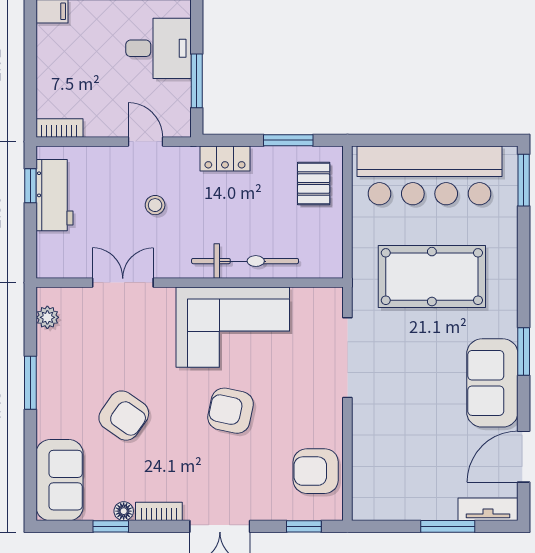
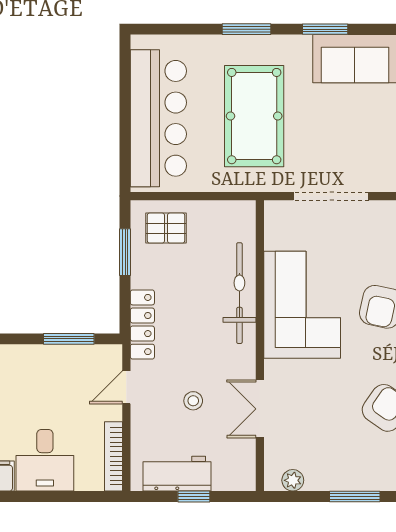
desk: (158, 48) -> (45, 460), moved, turned 180
bookcase: (59, 128) -> (113, 456), width x1.56
locker: (225, 158) -> (142, 325), width x1.53
window: (524, 180) -> (246, 29), moved
window: (30, 186) -> (194, 496), moved
stool: (155, 205) -> (193, 401), moved

